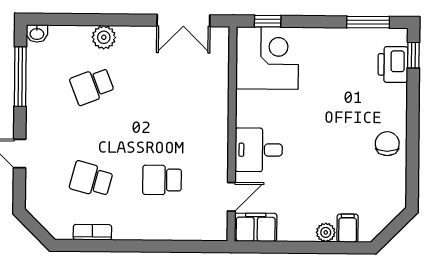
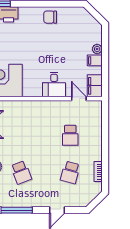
filing cabinet: (348, 228) -> (95, 60), moved

